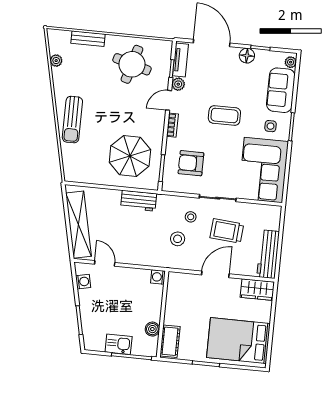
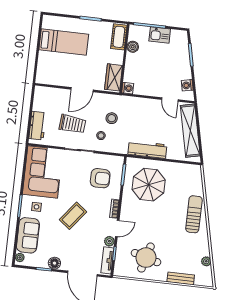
coffee table: (224, 115) -> (73, 216), turned -52
workbench: (139, 201) -> (147, 150), width x1.38
workbench: (268, 254) -> (37, 126), moved, width x0.73
wardrobe: (257, 290) -> (114, 77), moved, turned -90
bed: (238, 341) -> (64, 42), width x0.67

